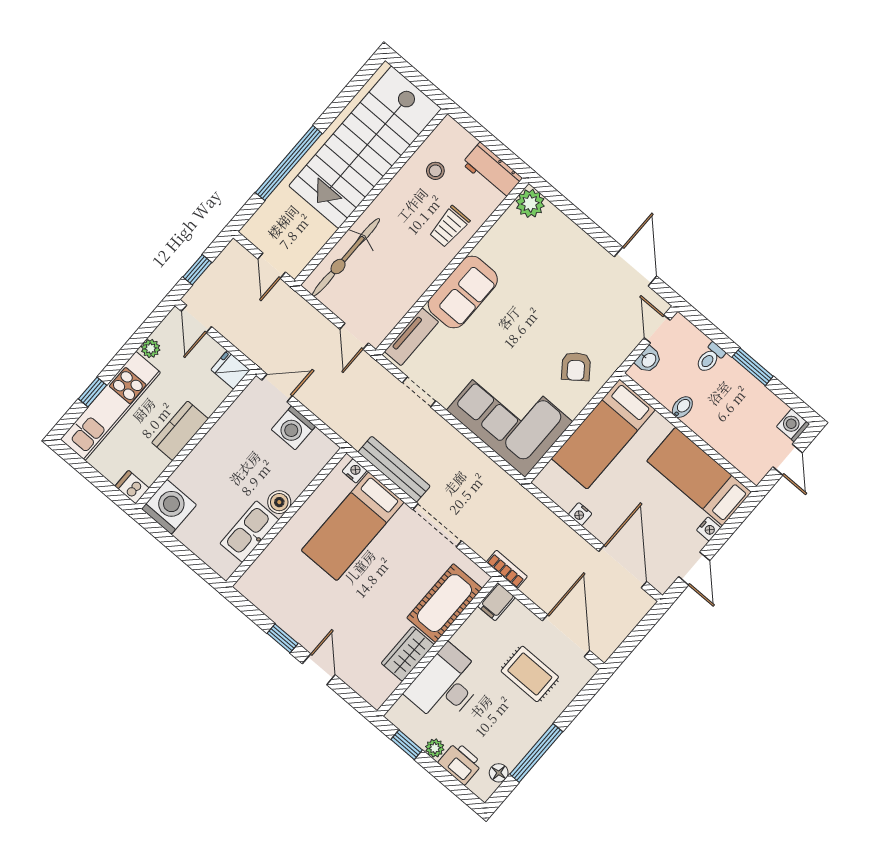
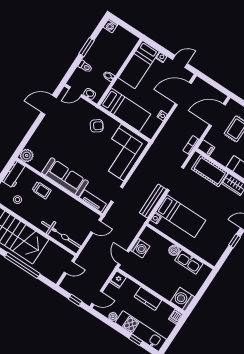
sofa: (463, 292) -> (65, 177), width x1.36
door: (788, 460) -> (126, 26), removed

